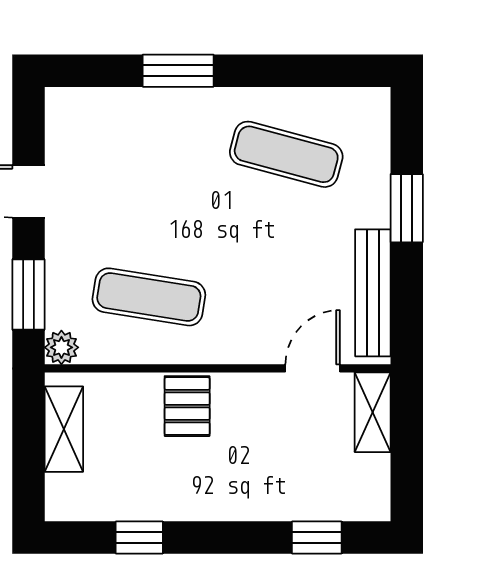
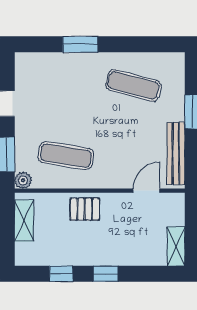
pallet: (187, 406) -> (85, 209), turned 90
shelving: (373, 412) -> (176, 246), moved
window: (317, 537) -> (106, 274), moved

